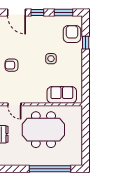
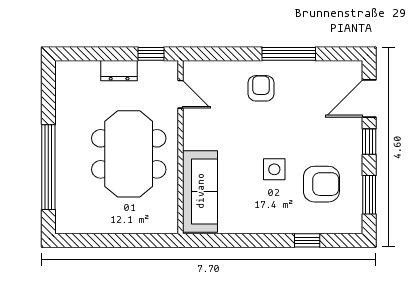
armchair: (72, 34) -> (321, 184), moved
sofa: (62, 95) -> (200, 191), width x1.36
door: (14, 104) -> (181, 94), swing flipped

